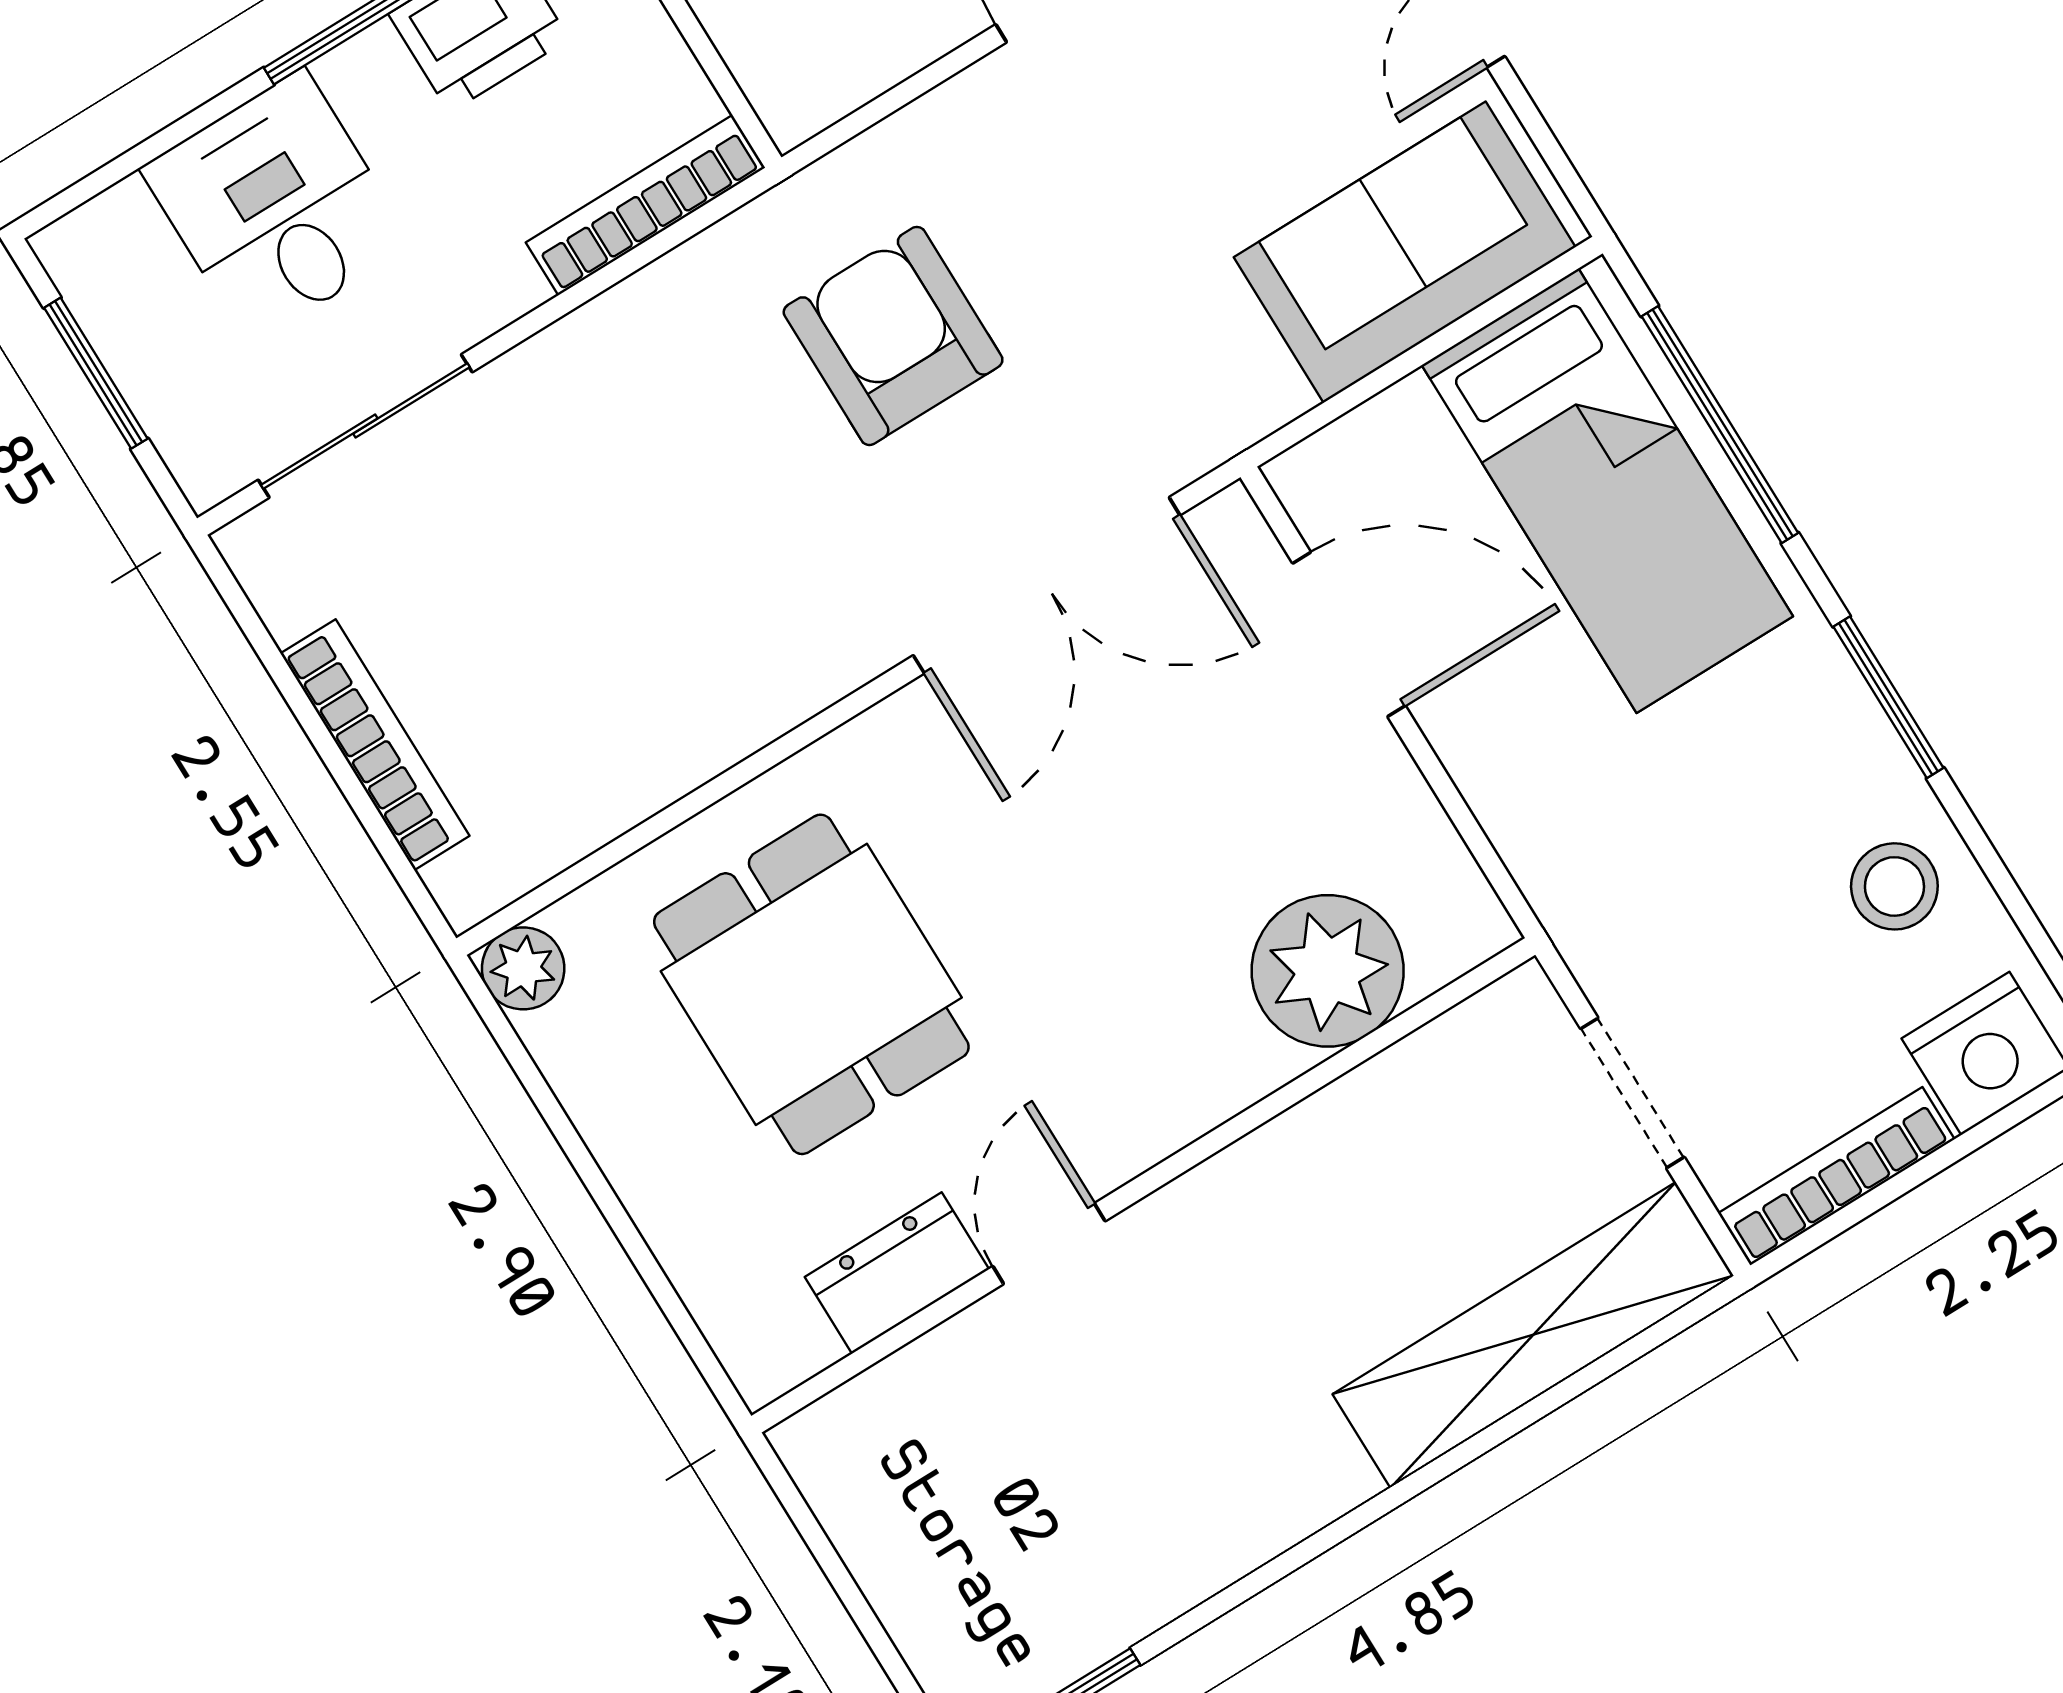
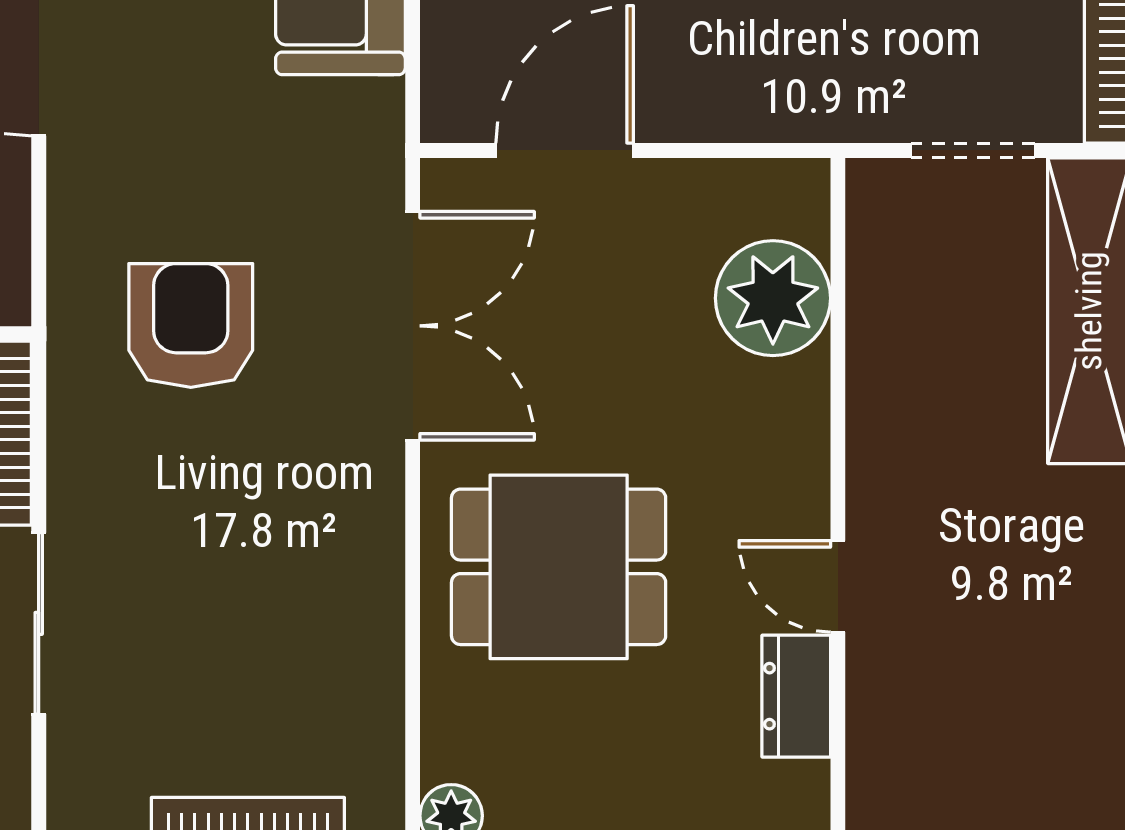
armchair: (893, 336) -> (191, 326), turned 90
sliding door: (365, 426) -> (39, 623), moved
dining table: (811, 984) -> (559, 567), moved

